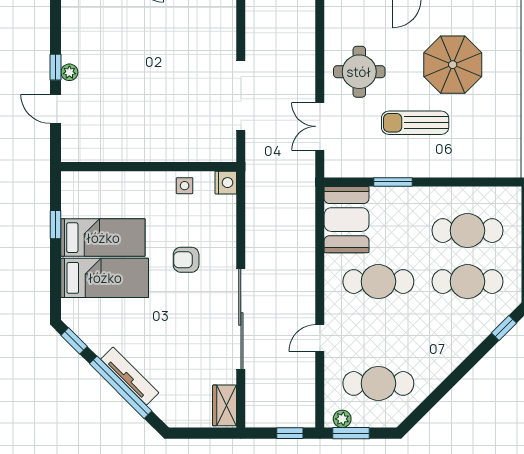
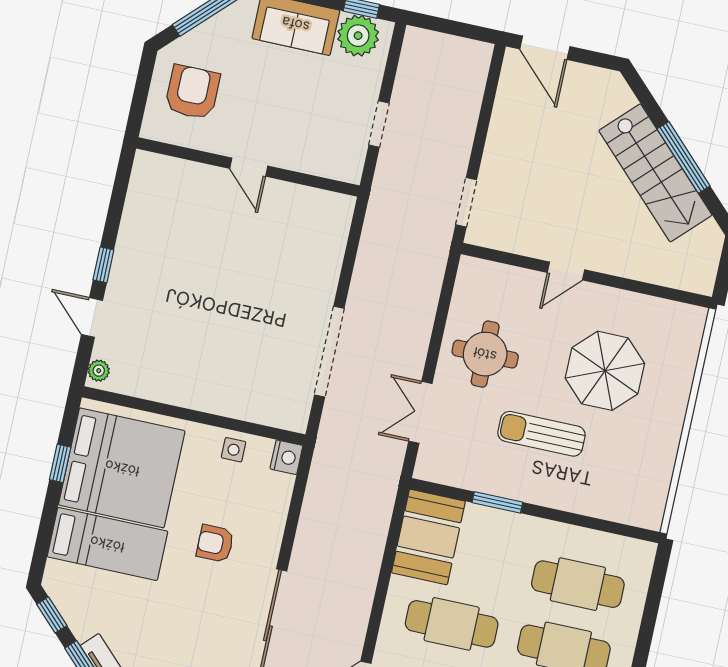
plant: (69, 72) -> (99, 371), moved
bed: (103, 238) -> (122, 468), width x2.04

